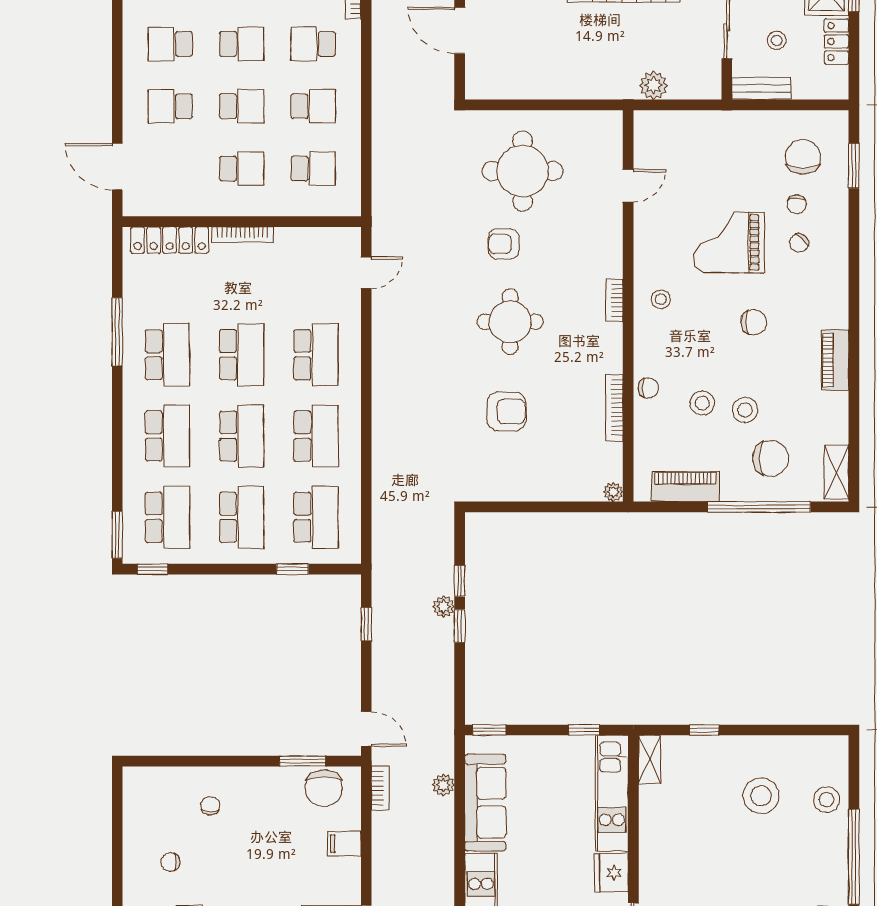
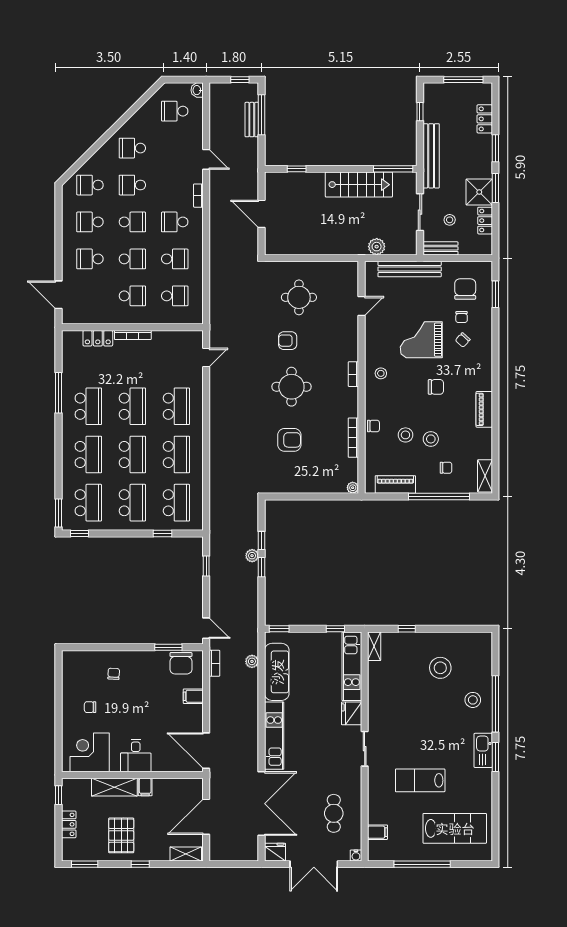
bench: (709, 123) -> (410, 269), added
round table: (523, 171) -> (299, 297), width x0.73, depth x0.73
locker: (170, 240) -> (98, 338), width x0.66
chair: (771, 458) -> (446, 468), width x0.54, depth x0.54
stool: (827, 800) -> (473, 700), moved

